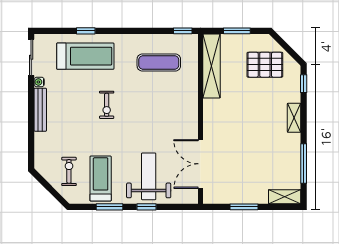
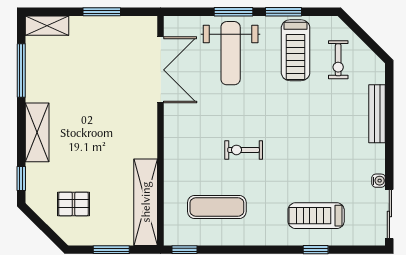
treadmill: (85, 56) -> (316, 216), width x0.73, depth x0.73
pallet: (265, 65) -> (74, 204), width x0.67, depth x0.71
exercise bike: (107, 105) -> (244, 150), moved, turned -90
bench: (40, 110) -> (377, 114), moved
shelving: (294, 118) -> (37, 132), width x1.50, depth x1.33
window: (146, 207) -> (234, 12), width x1.50

